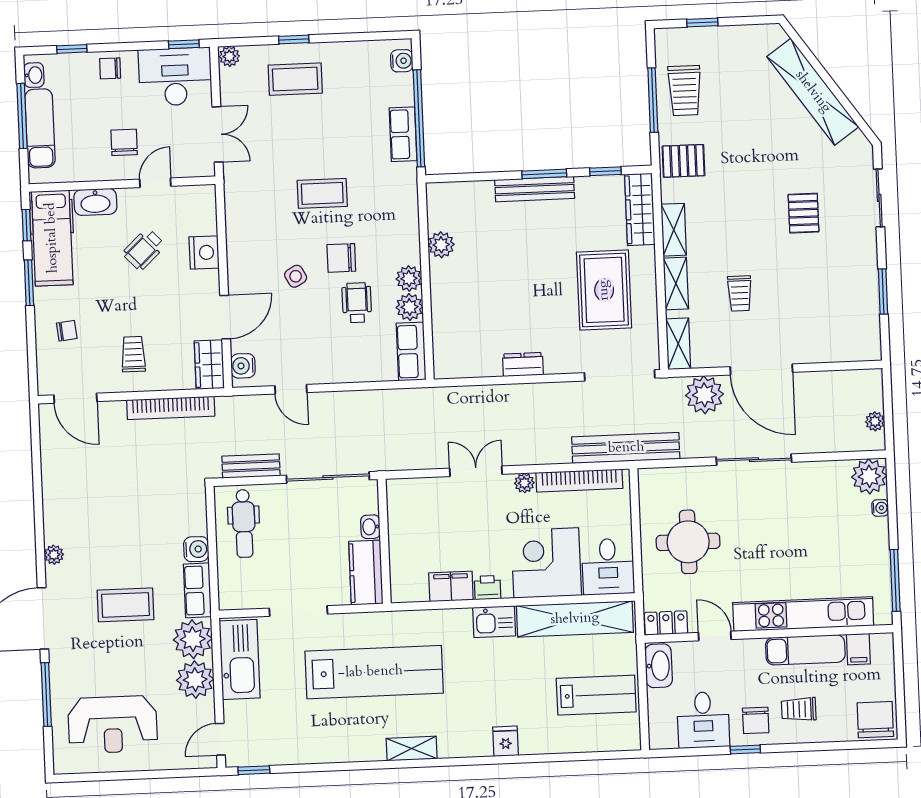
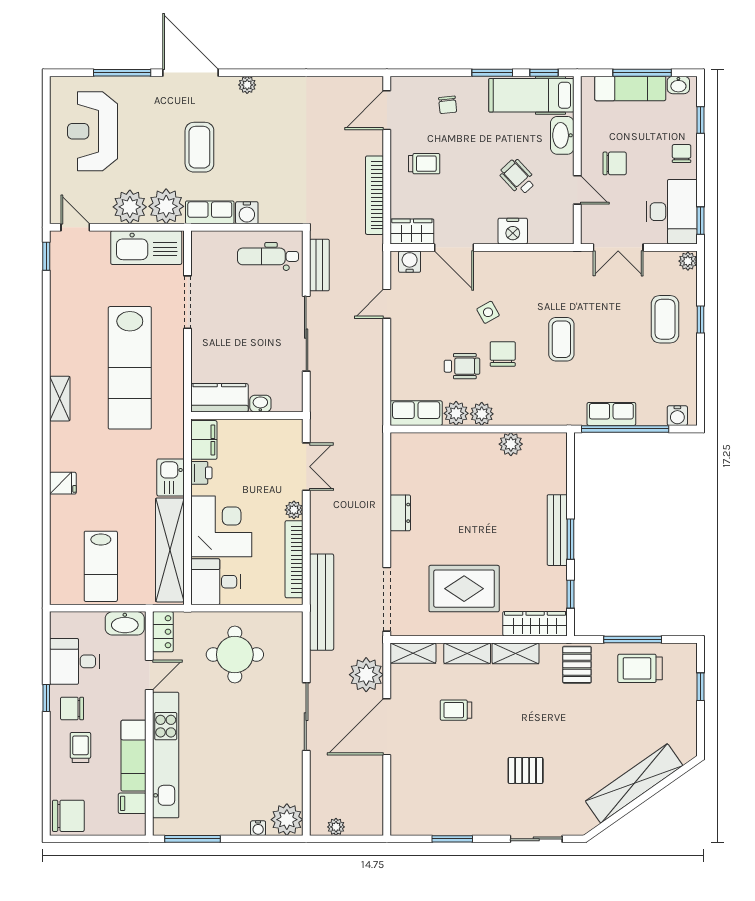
washbasin: (370, 527) -> (260, 404), moved
wall: (384, 541) -> (247, 415), moved
kitchen counter: (366, 573) -> (219, 398), moved

